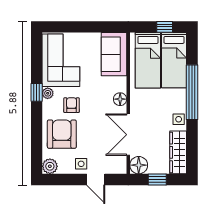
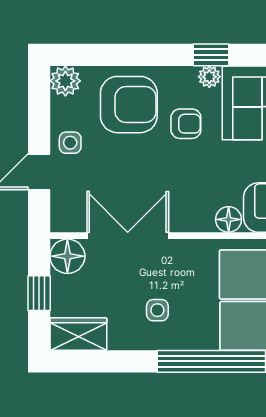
floor lamp: (120, 99) -> (229, 219), moved
side table: (179, 119) -> (157, 310), moved
wardrobe: (178, 152) -> (78, 334), width x0.67

